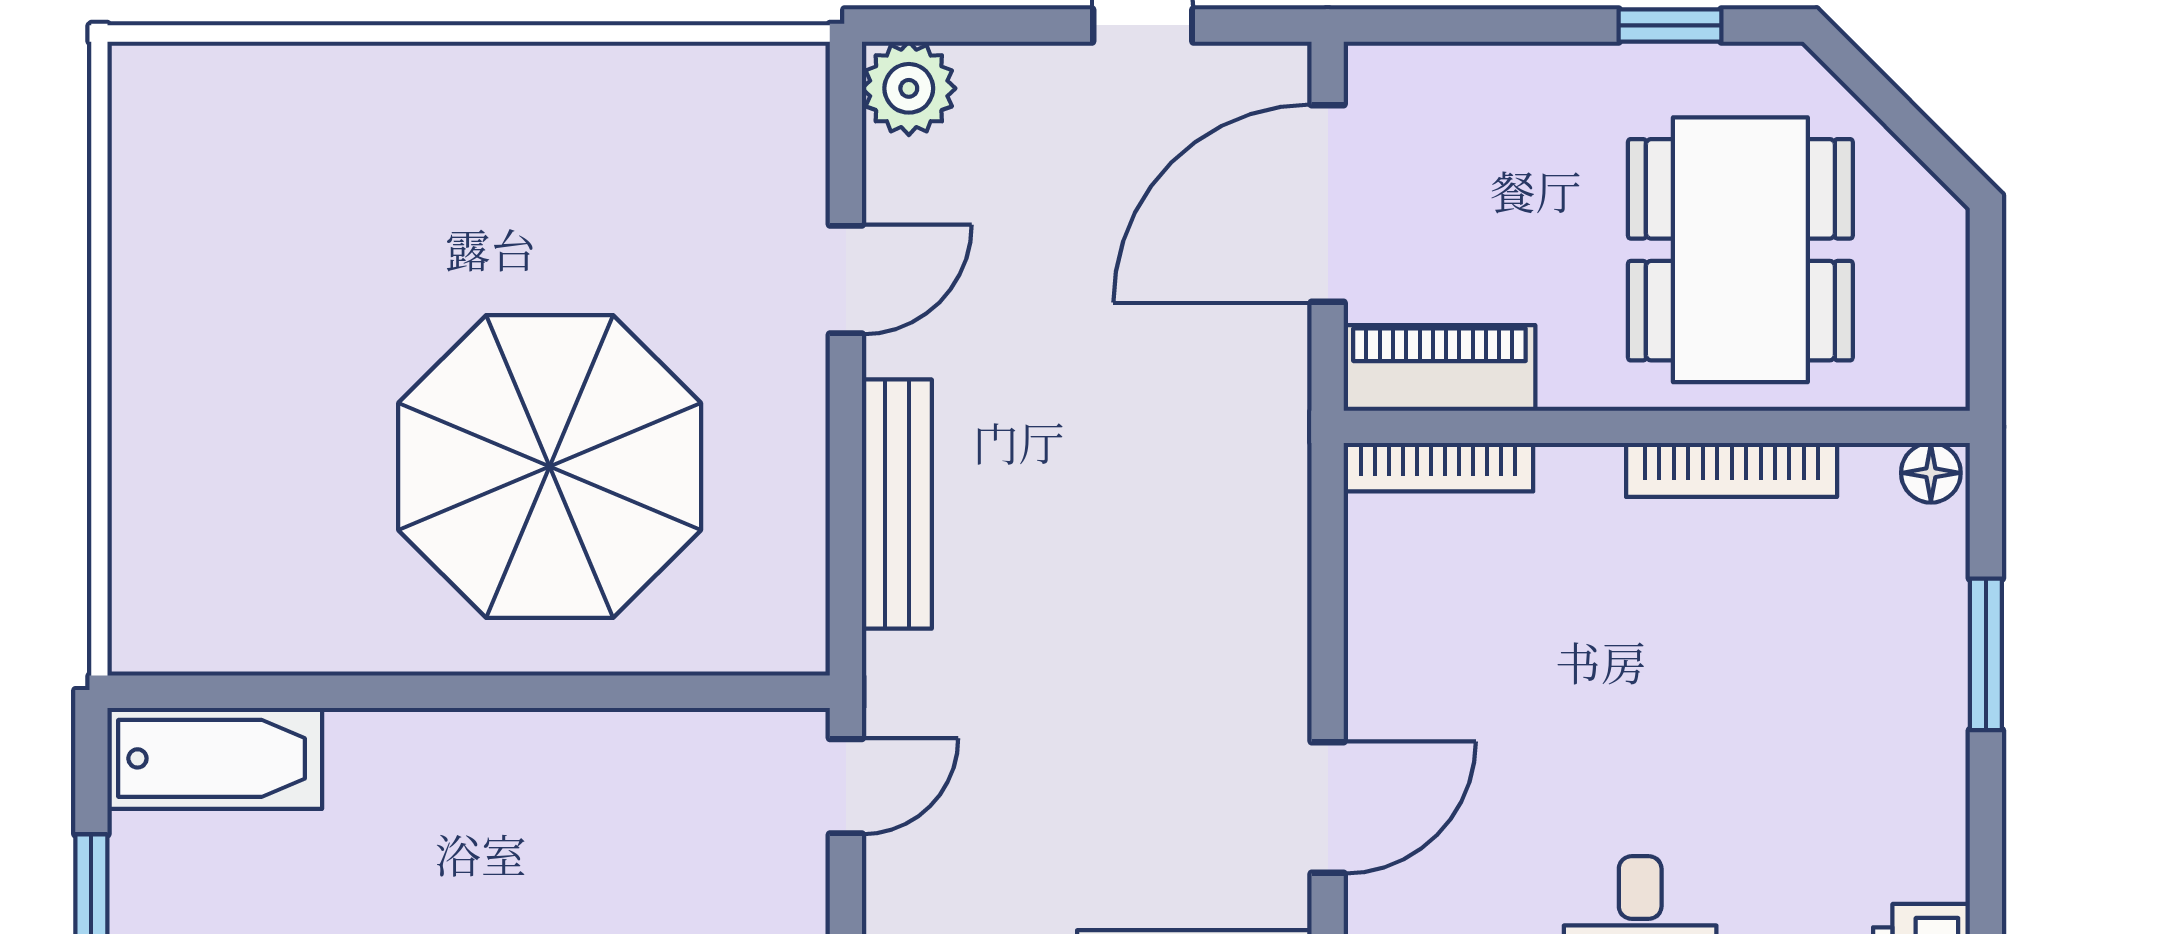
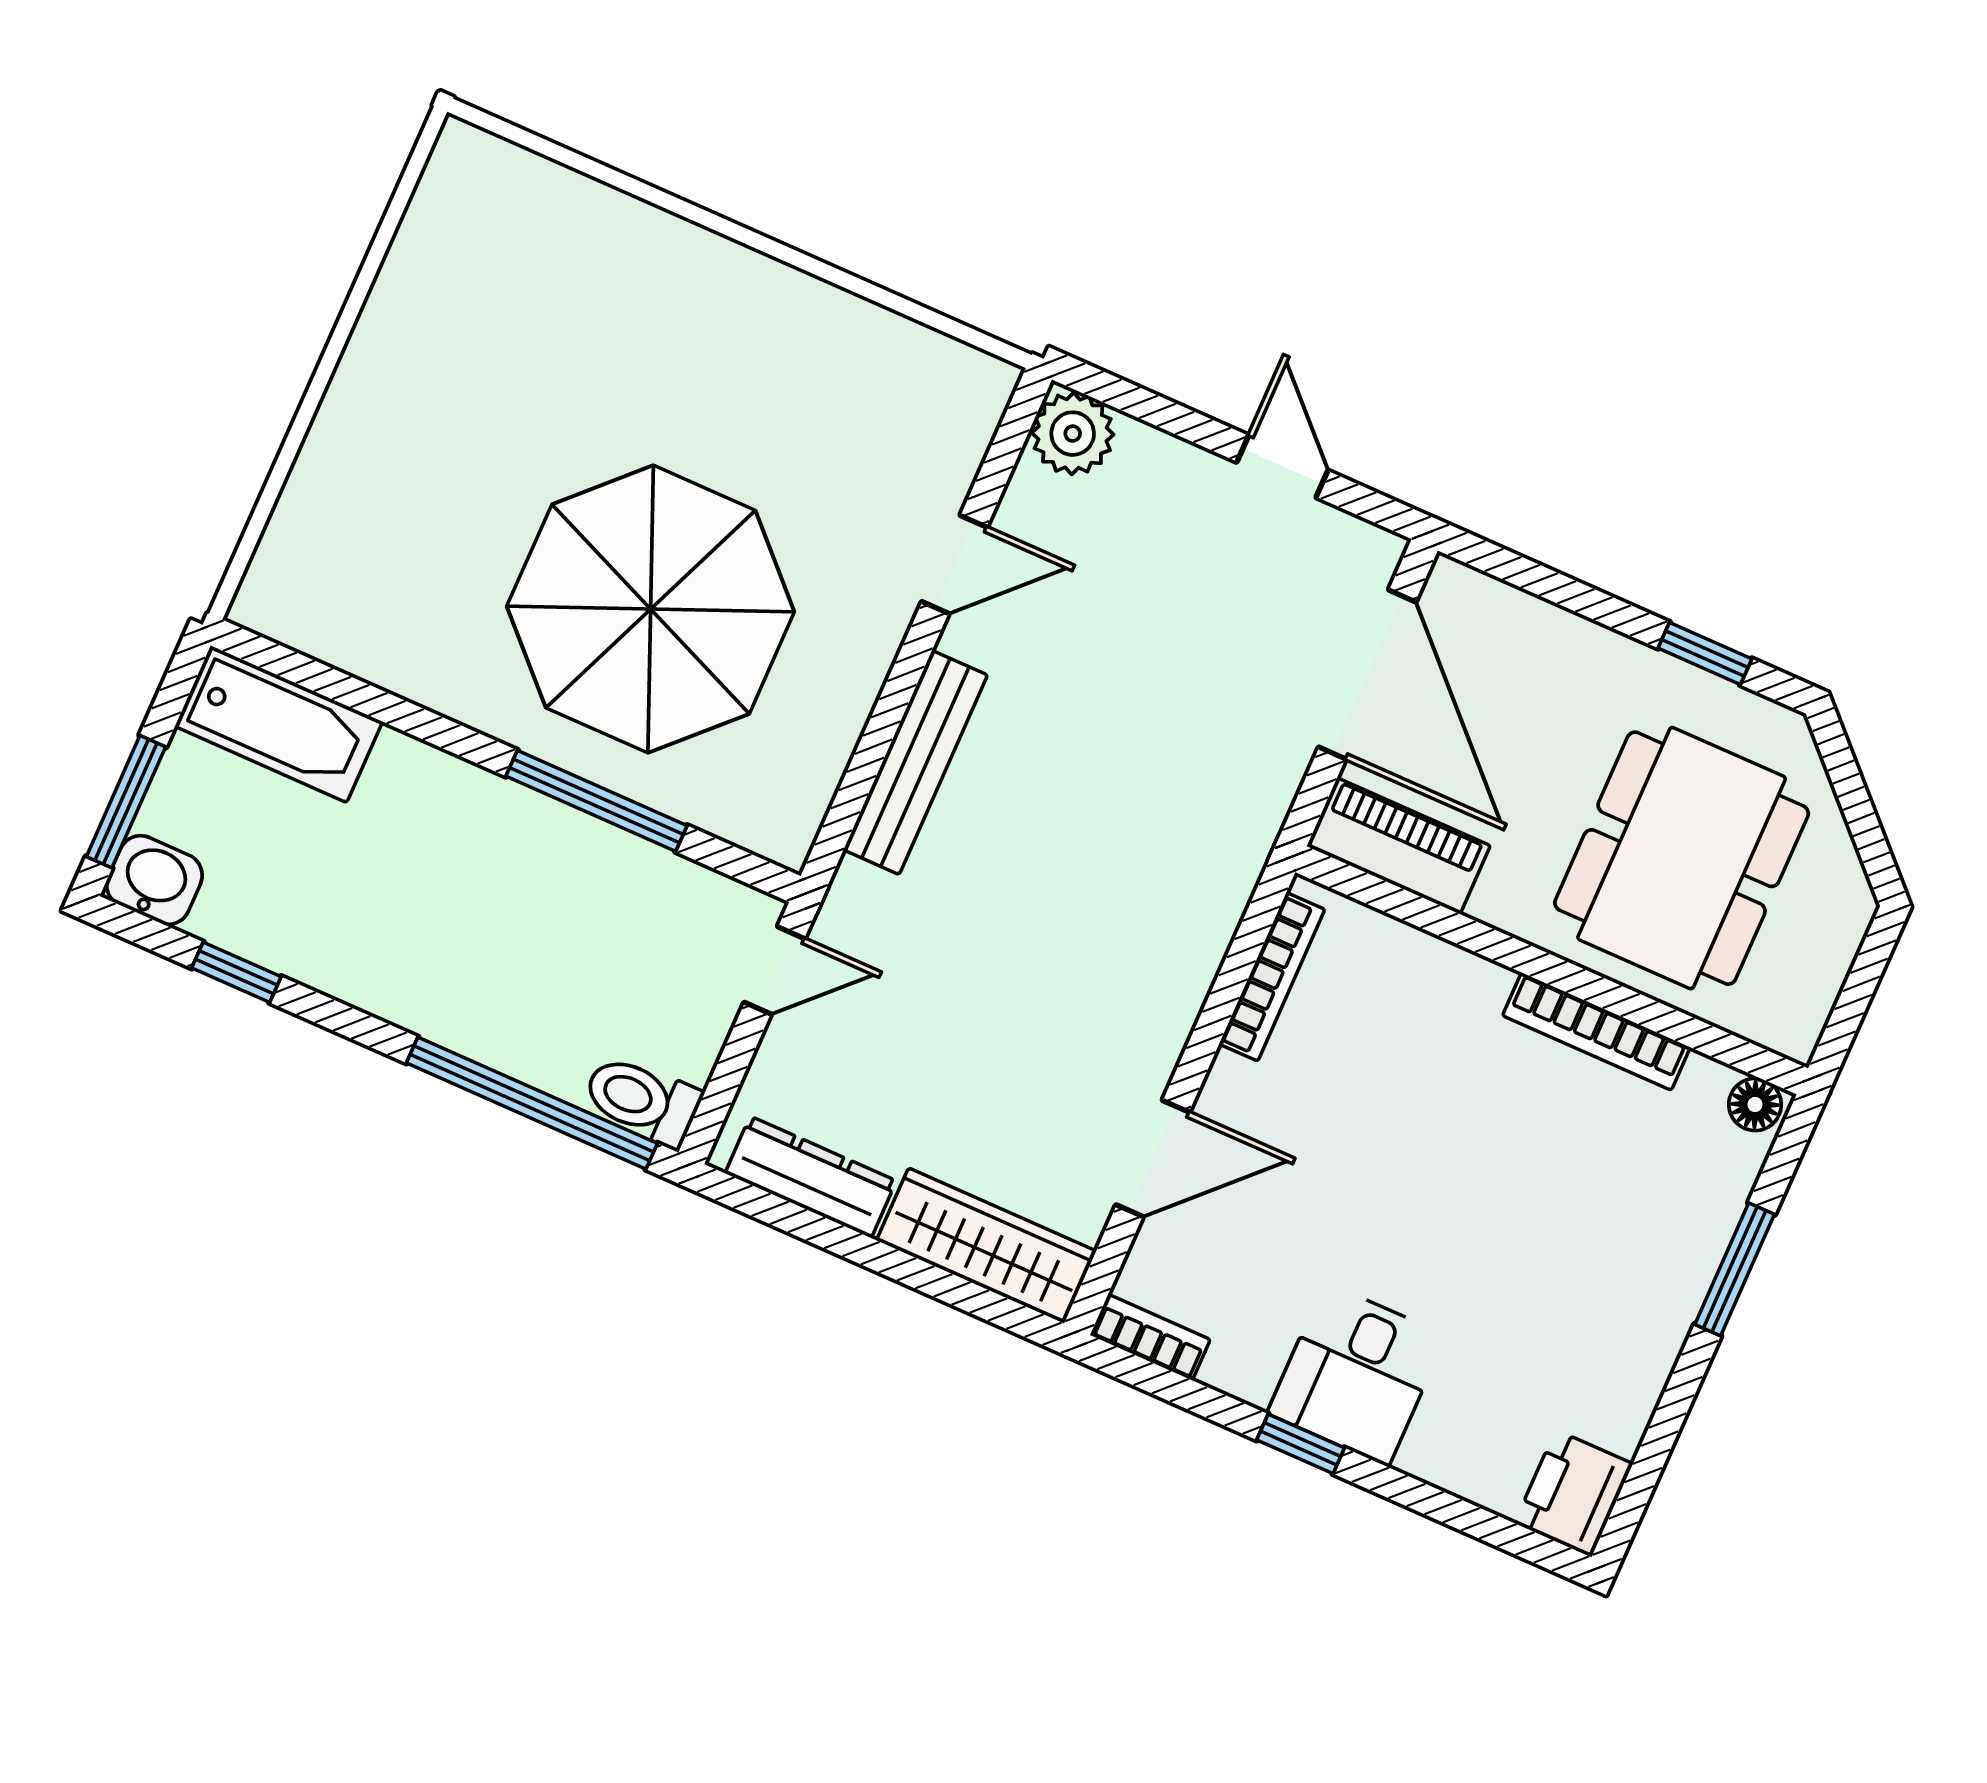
door: (1328, 203) -> (1367, 675), swing flipped
bookcase: (1438, 467) -> (1272, 977), moved, turned -90
window: (582, 692) -> (597, 801), added

